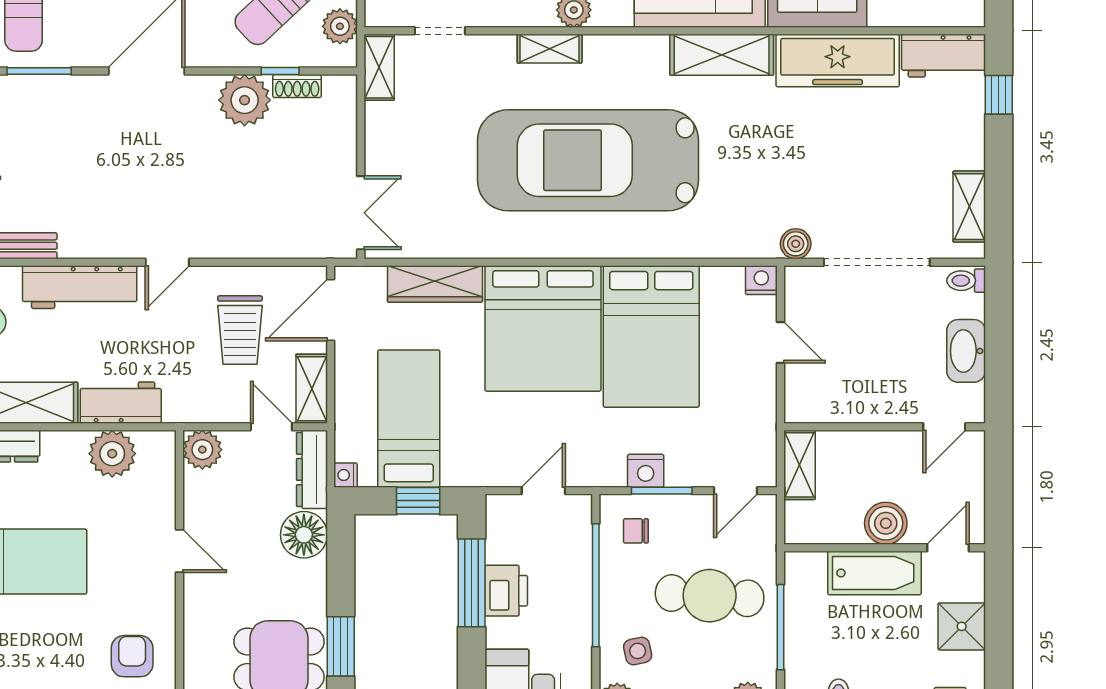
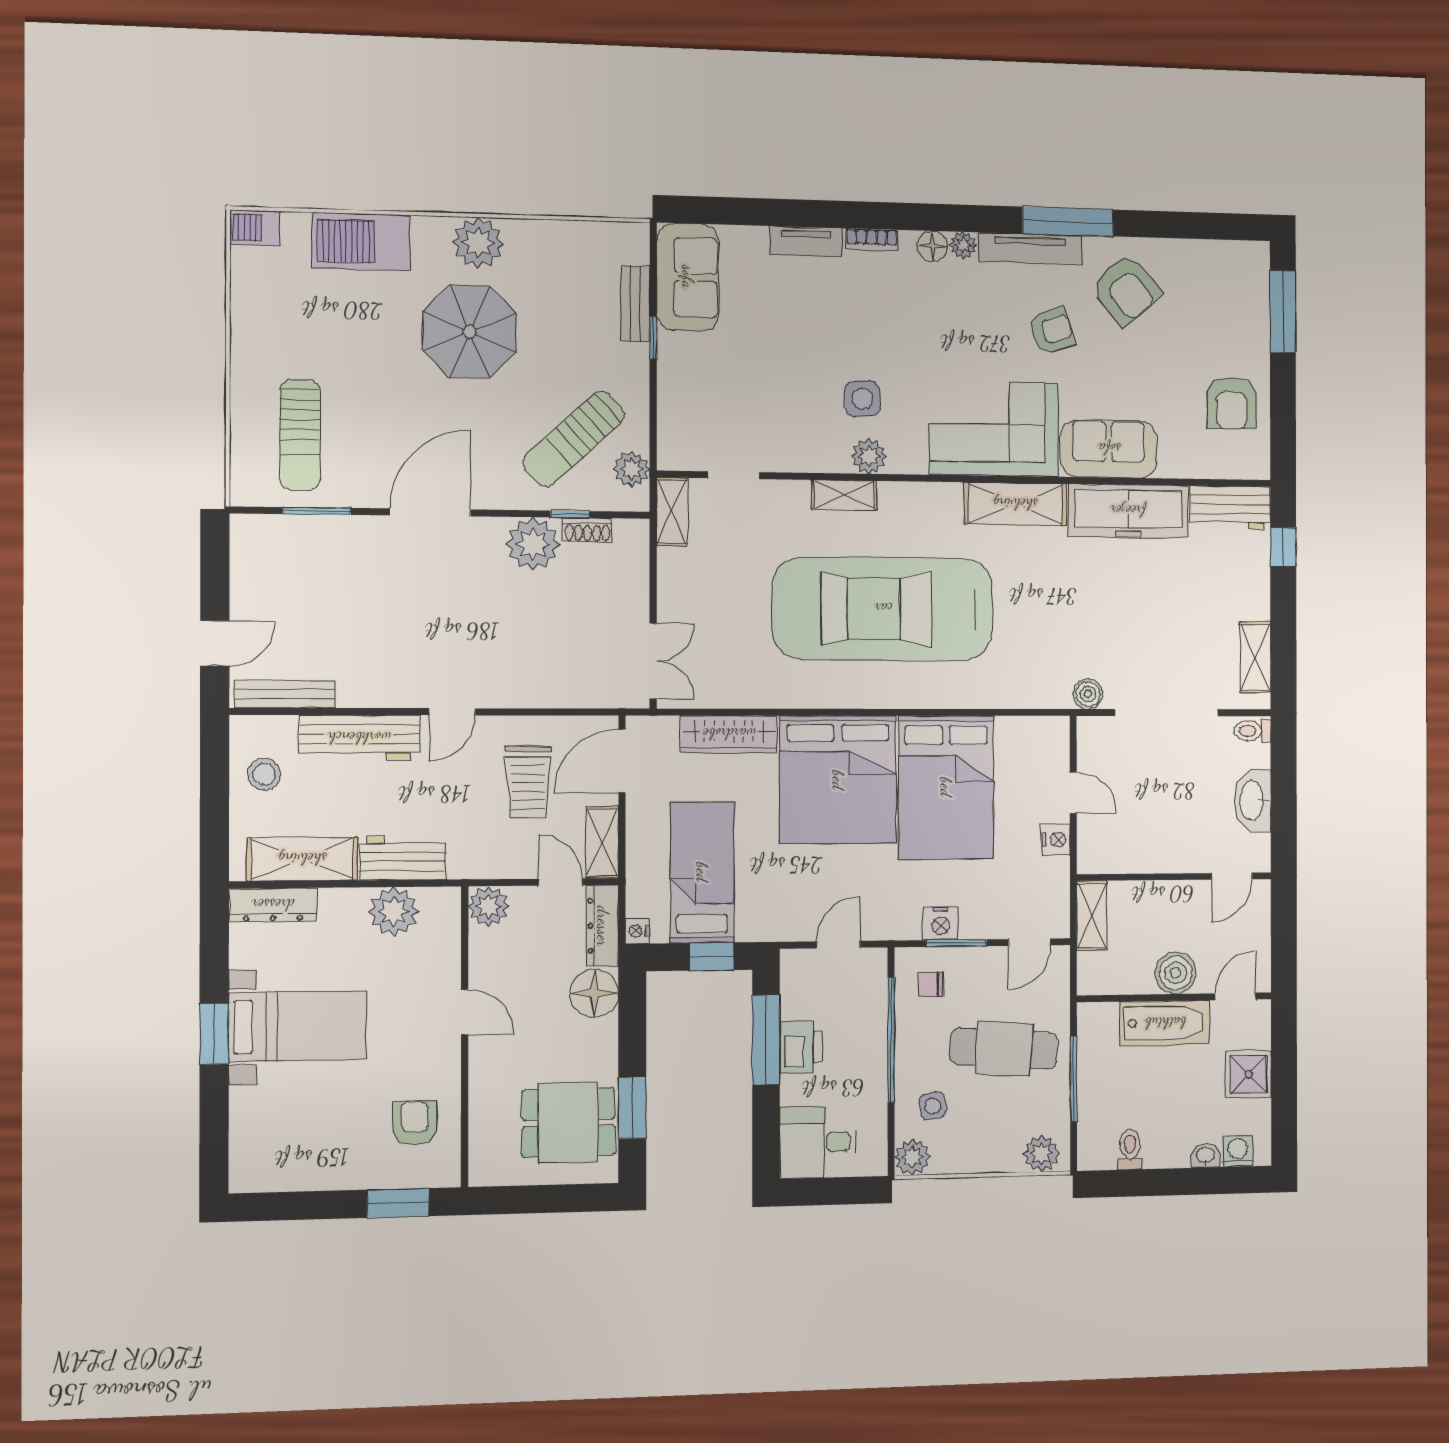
nightstand: (761, 280) -> (1056, 839), moved, turned 90

